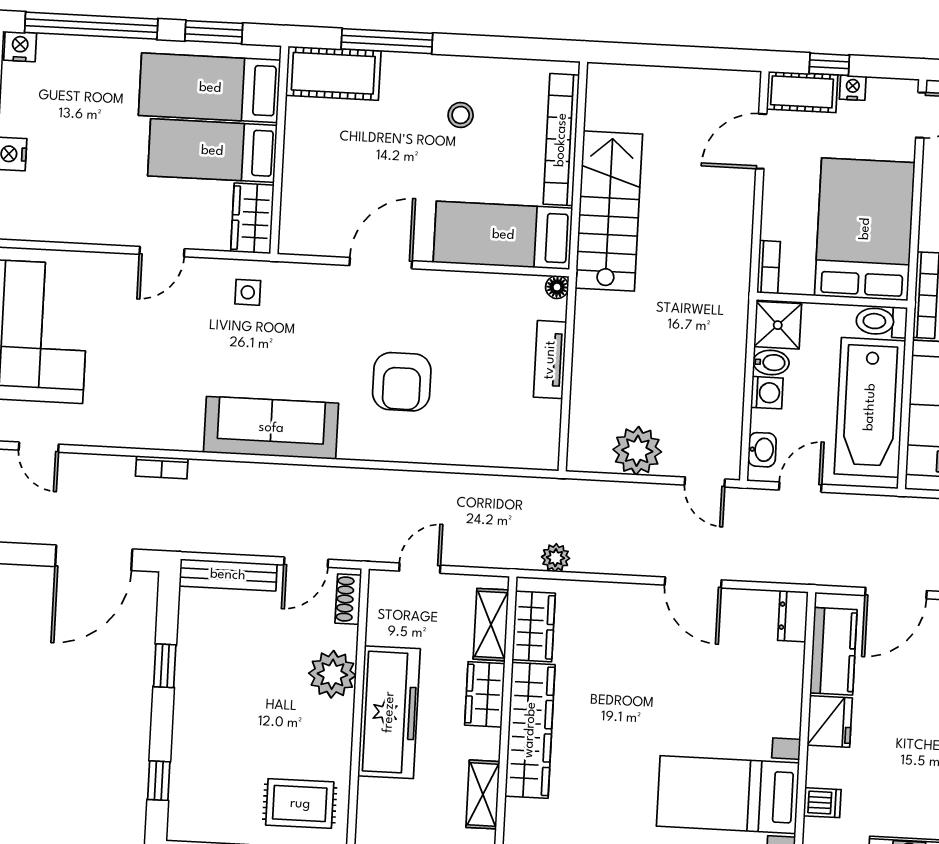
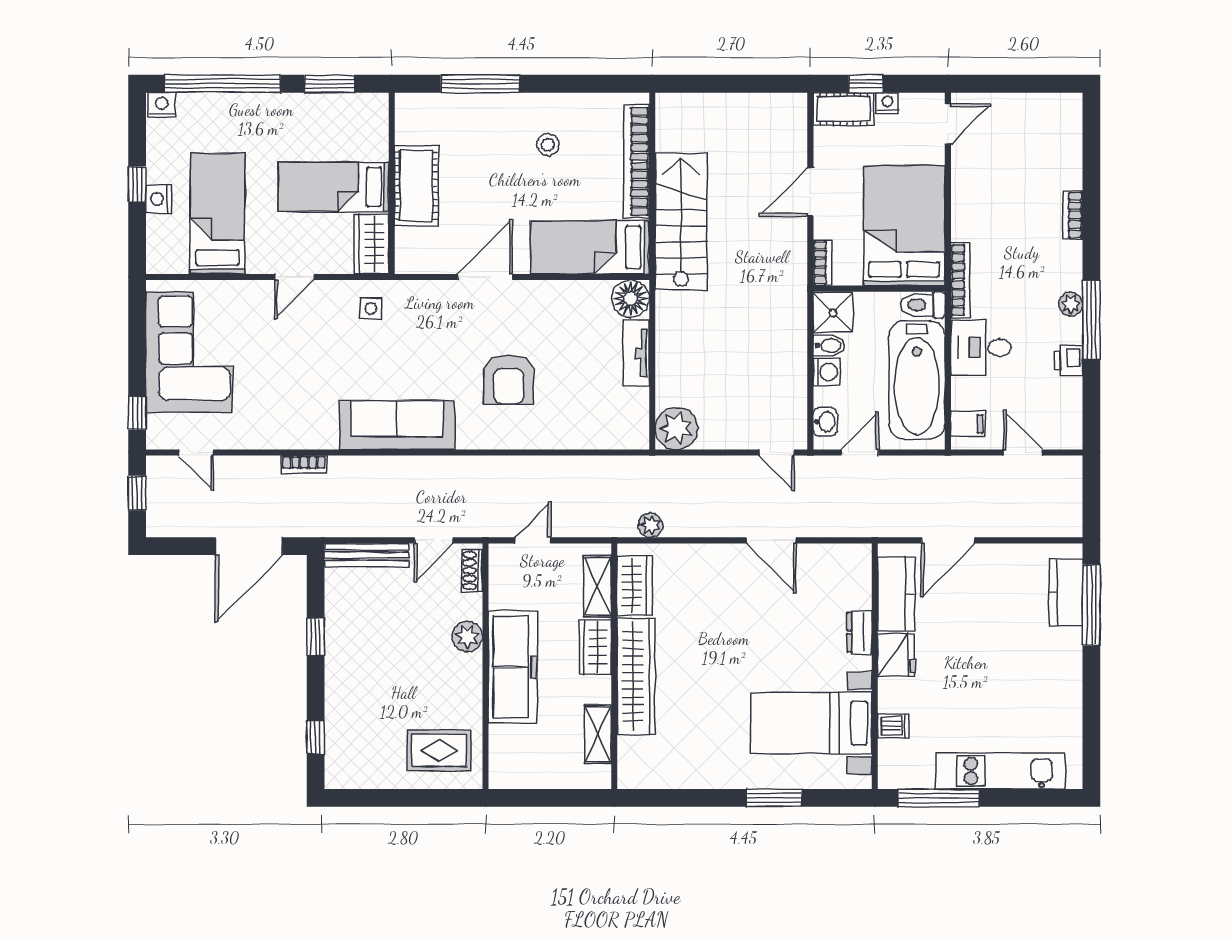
cot: (333, 73) -> (416, 186), moved, turned 90
bed: (210, 88) -> (217, 213), moved, turned 90
door: (761, 141) -> (810, 192), moved
floor lamp: (557, 287) -> (631, 299), width x1.89, depth x1.89
plant: (637, 451) -> (676, 428), moved
dresser: (793, 616) -> (860, 632), moved
plant: (332, 674) -> (467, 637), width x0.73, depth x0.73

